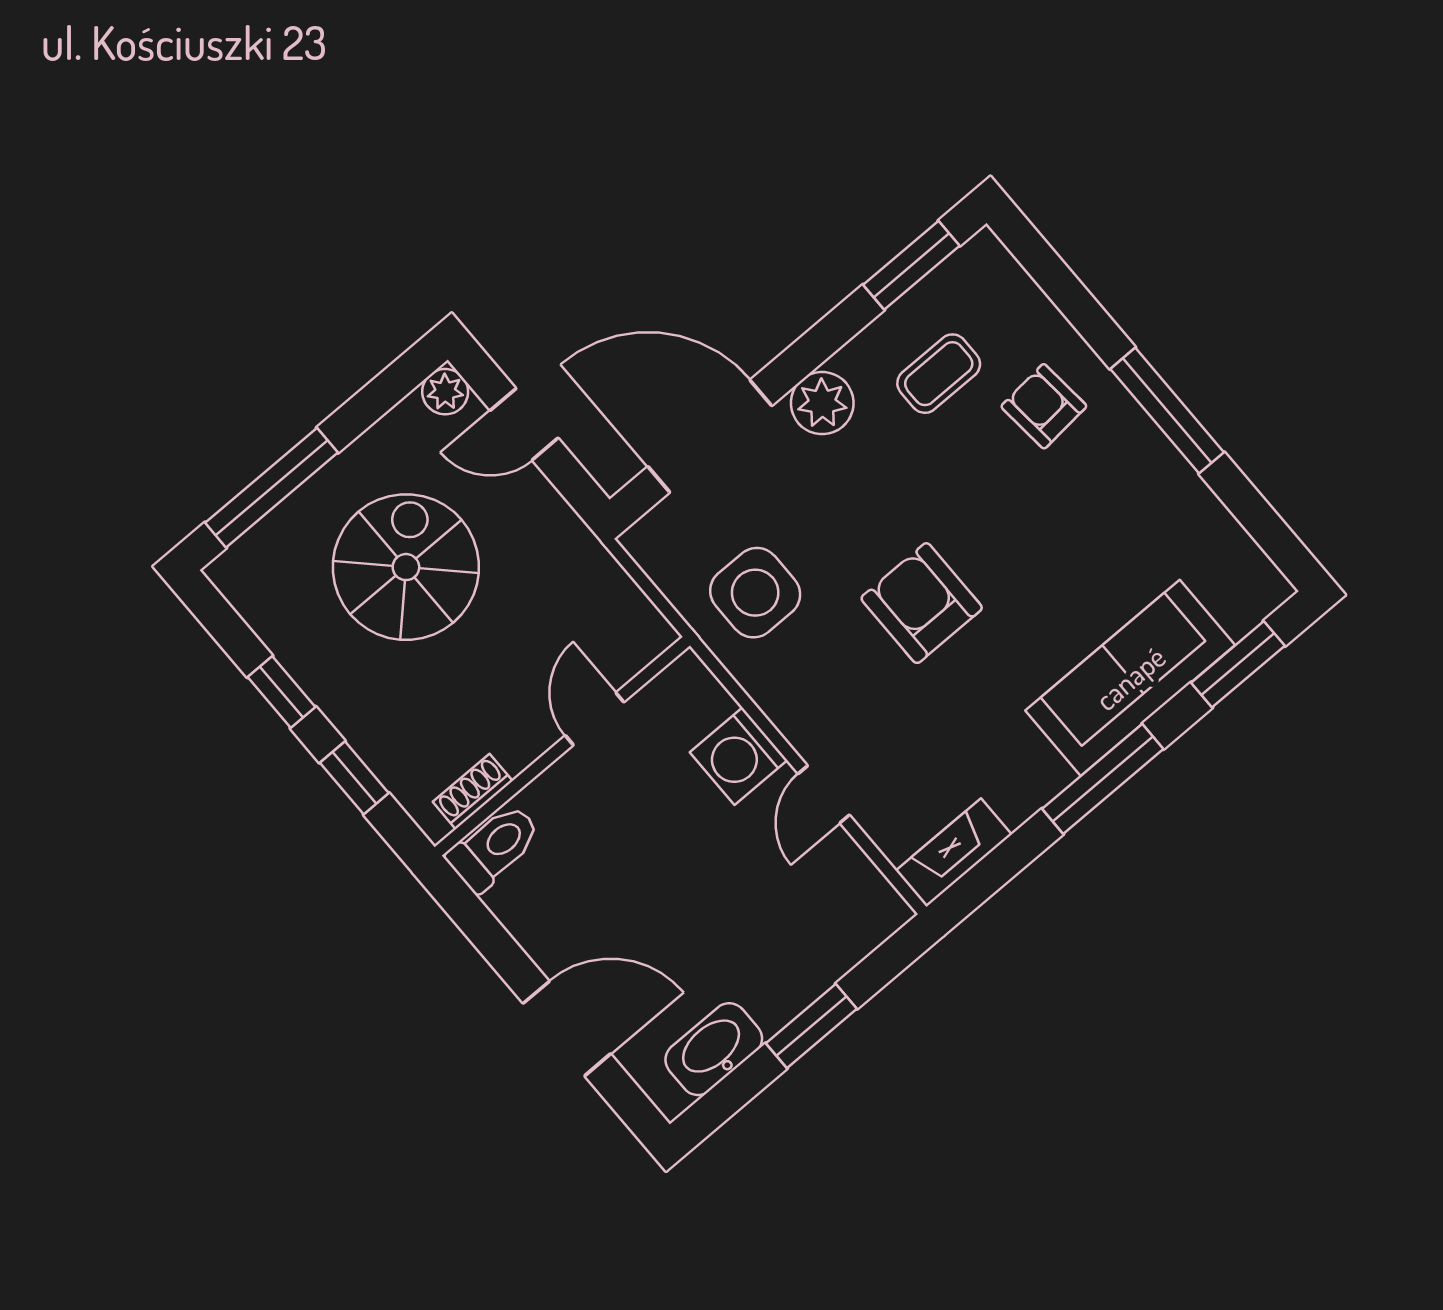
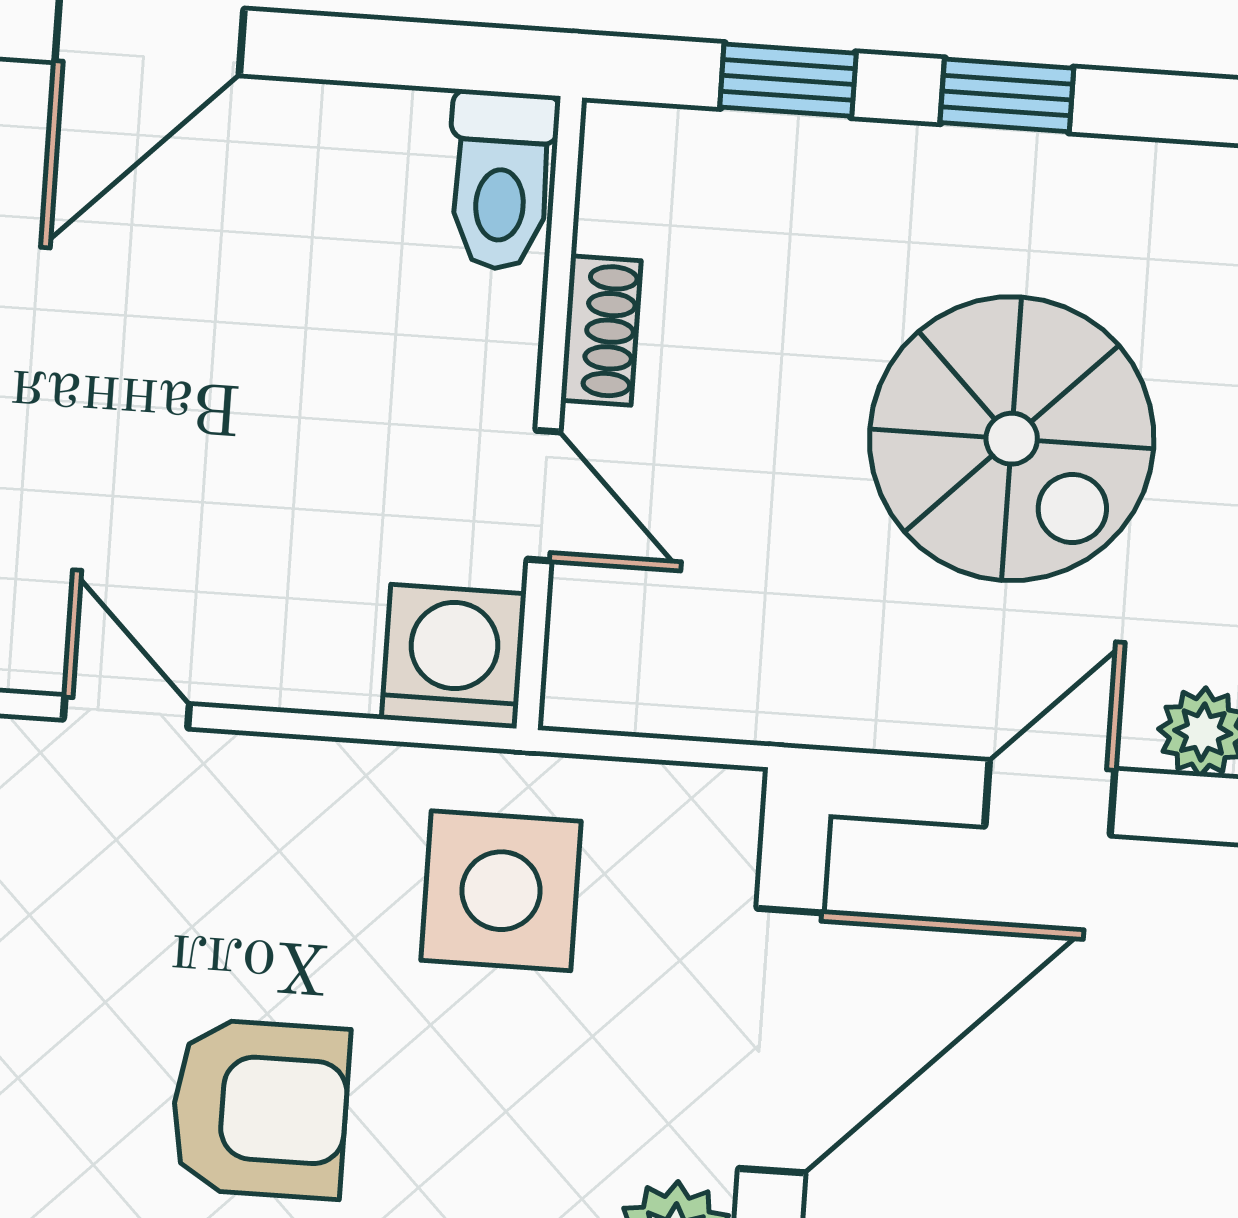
washing machine: (739, 756) -> (454, 656), moved
shoe rack: (473, 791) -> (601, 331), moved

